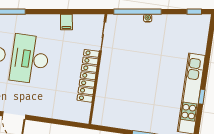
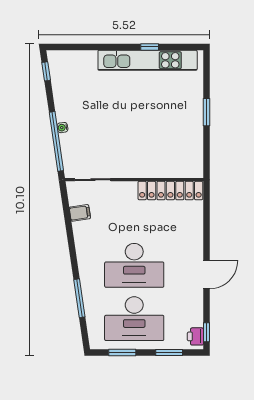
filing cabinet: (66, 22) -> (80, 213), moved
locker: (88, 76) -> (170, 191), moved

